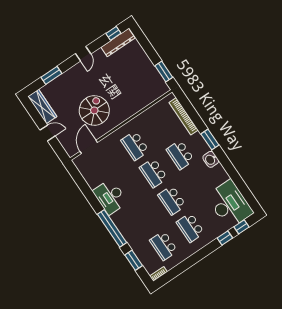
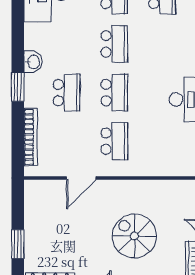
window: (164, 71) -> (18, 244), moved
spiral stairs: (94, 110) -> (134, 236), moved, turned 90
door: (89, 147) -> (81, 178), moved

